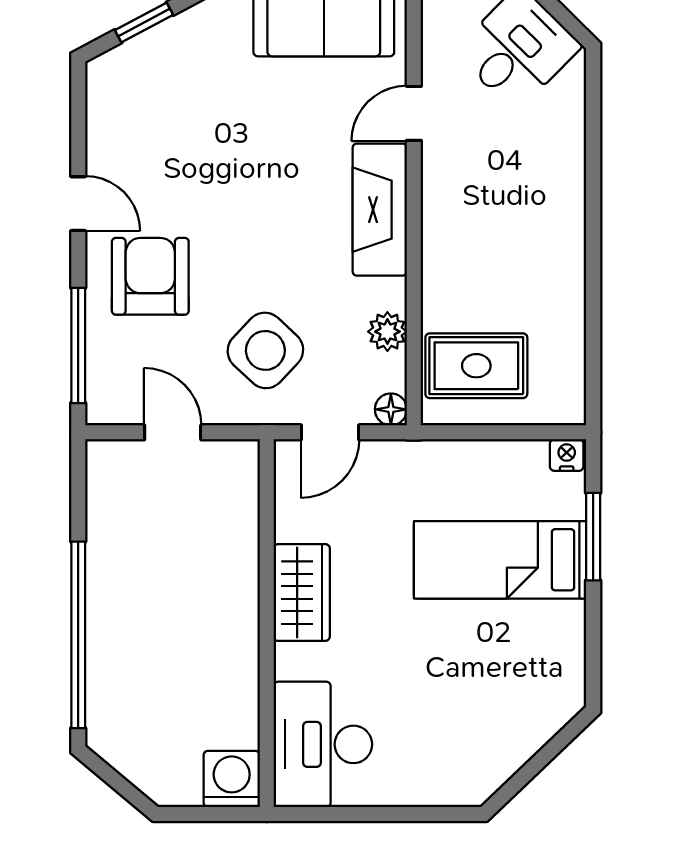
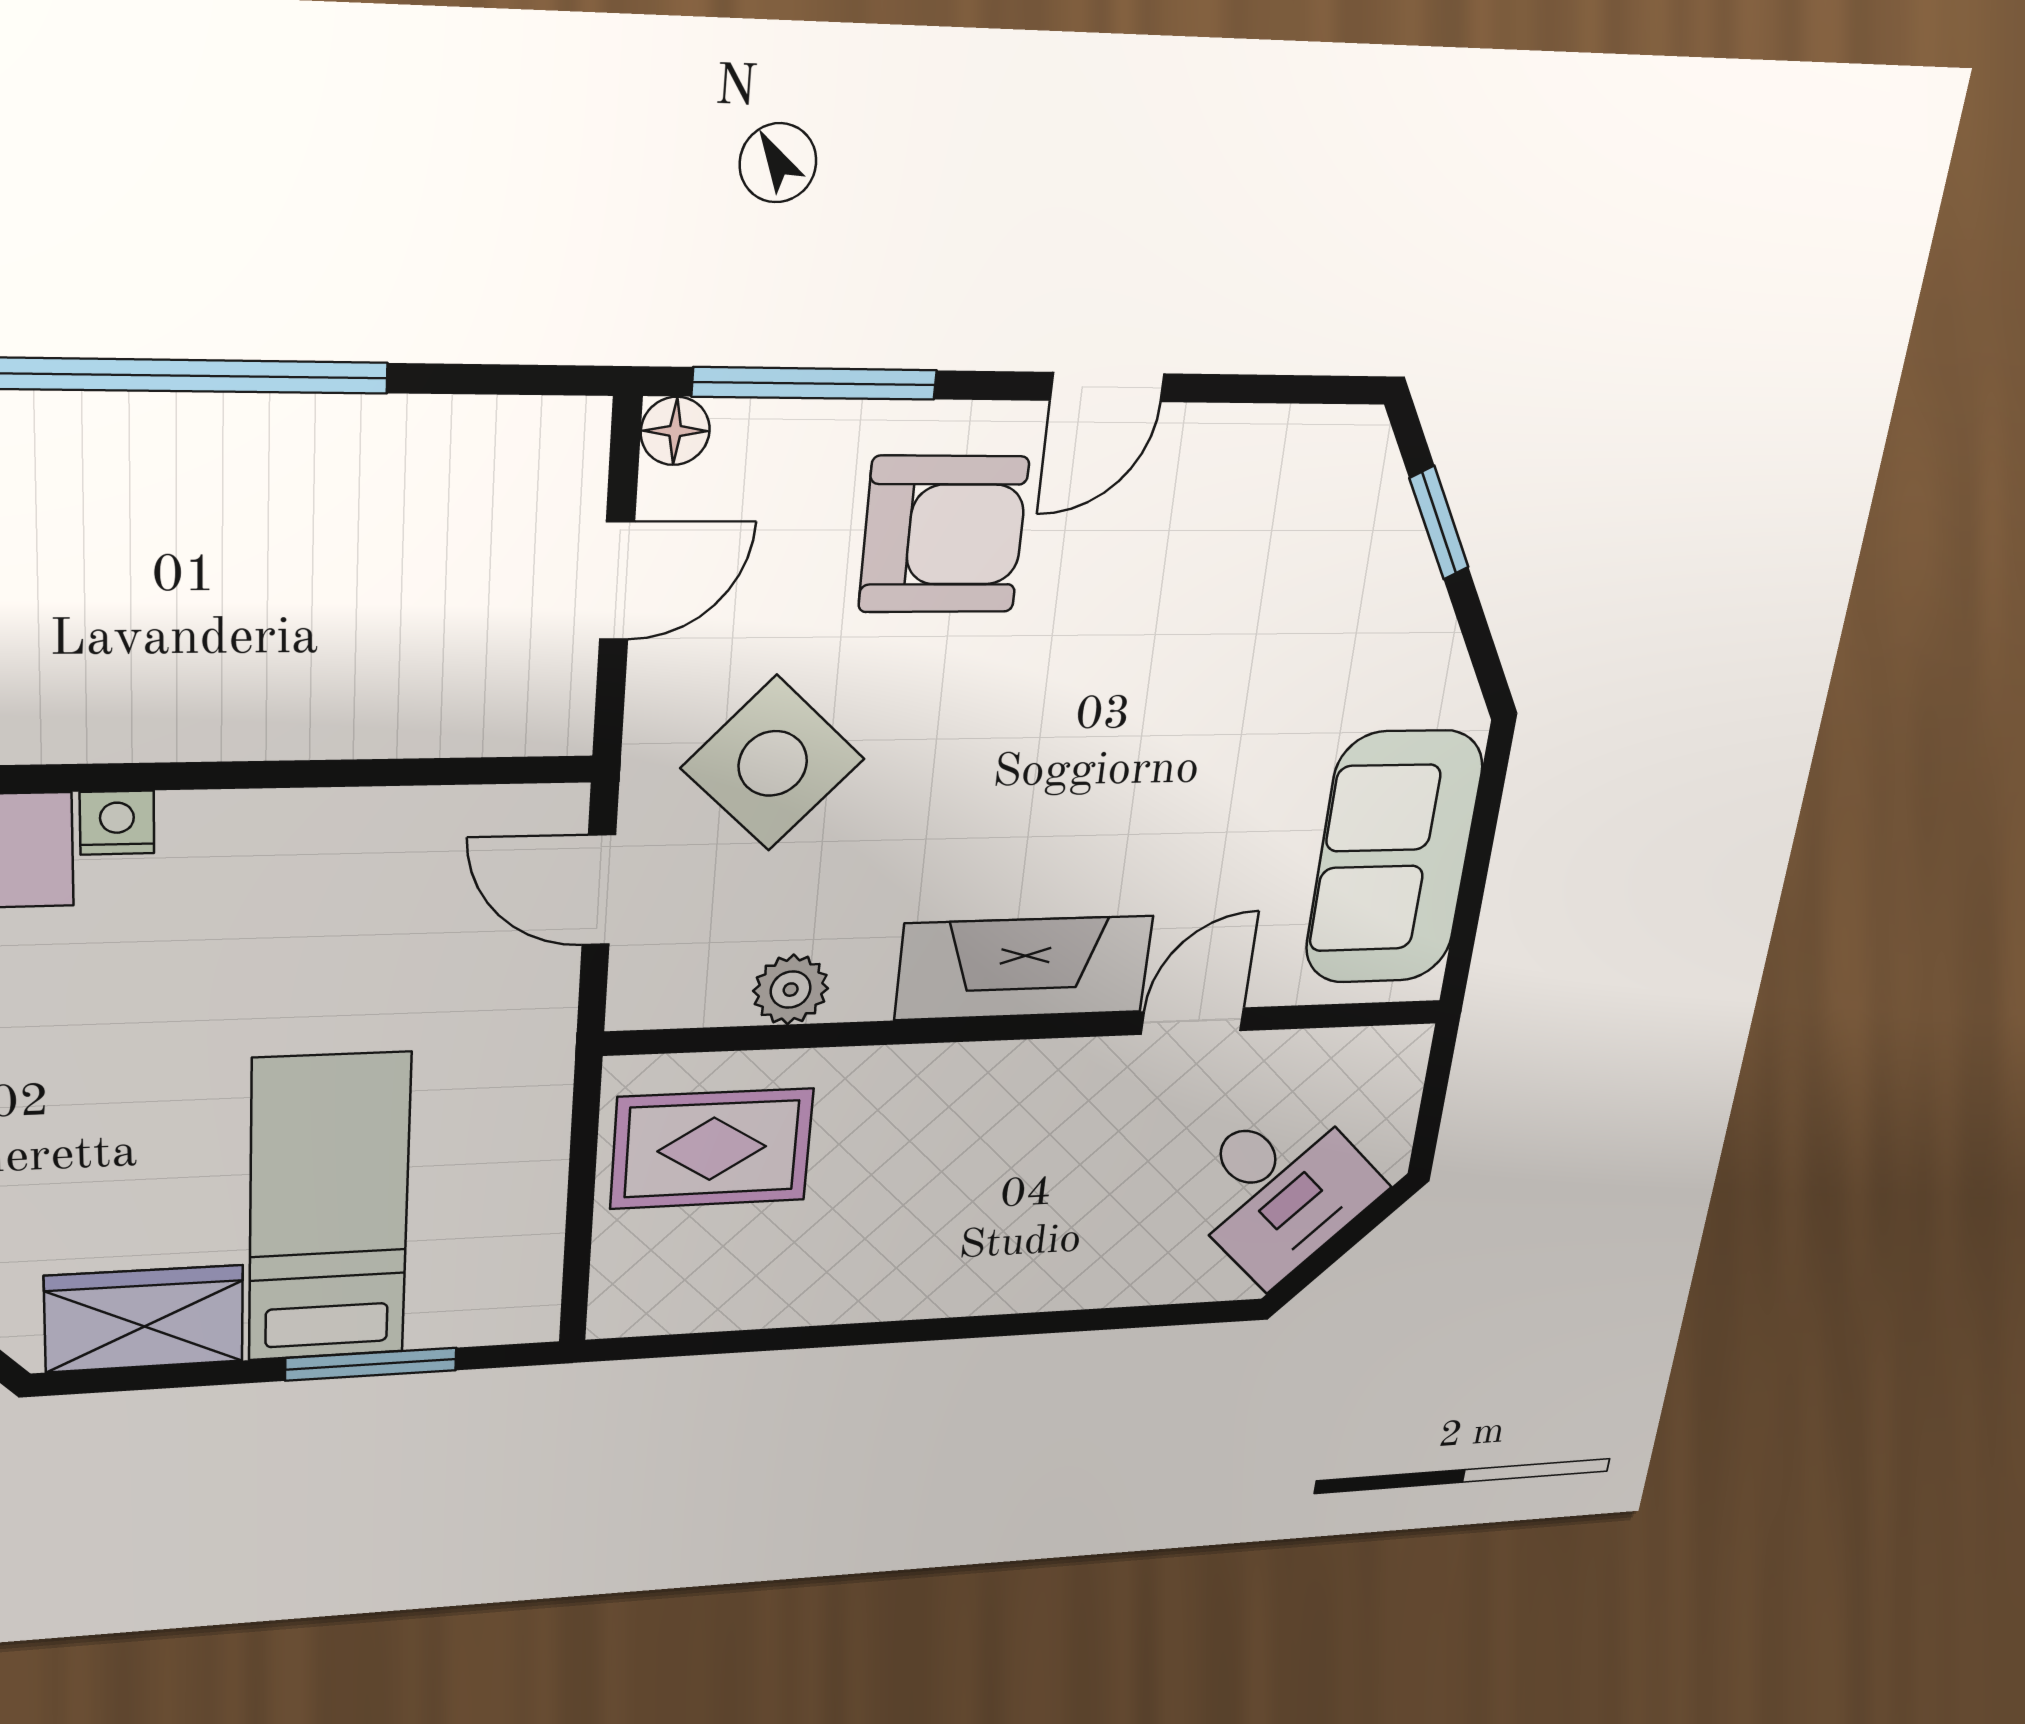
door: (414, 113) -> (1193, 1021), hinge flipped
rug: (476, 366) -> (712, 1149), turned 90
floor lamp: (391, 409) -> (675, 431), moved
nightstand: (567, 455) -> (117, 823), moved, turned -90
wardrobe: (302, 592) -> (144, 1319), moved, turned 180

